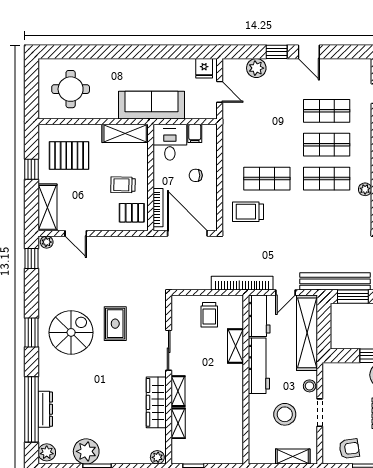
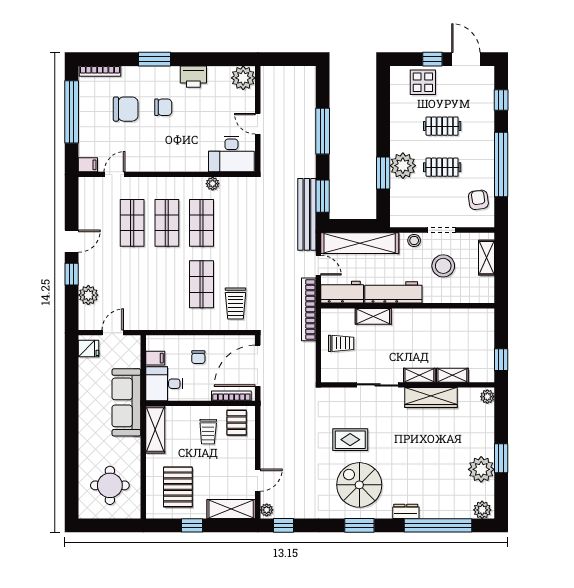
dresser: (45, 409) -> (406, 511), moved, width x0.70

